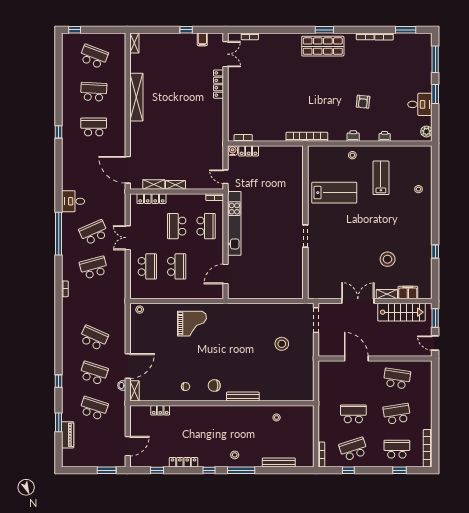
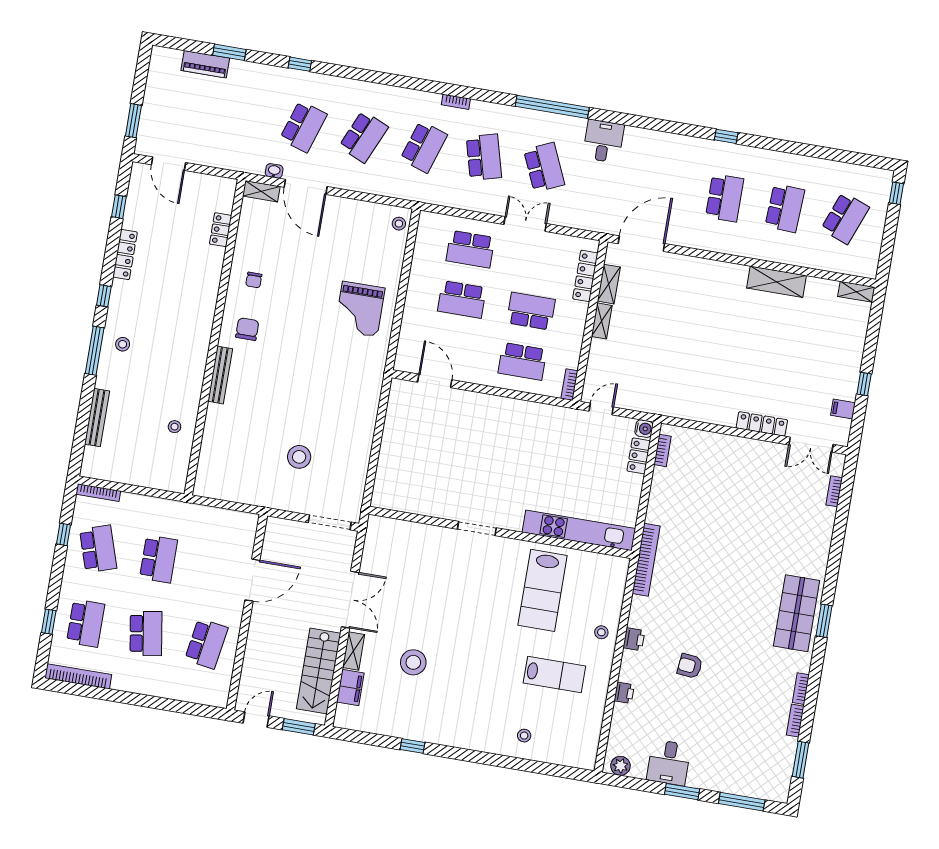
shelving: (136, 97) -> (776, 282), width x0.68
kitchen unit: (234, 223) -> (579, 530), moved, turned 180
school desk: (94, 408) -> (424, 147), moved

